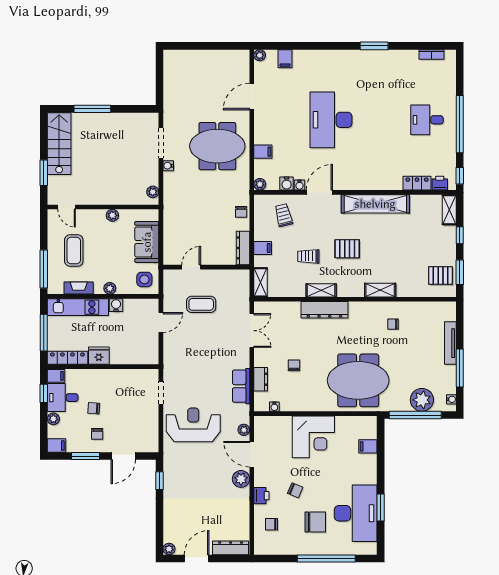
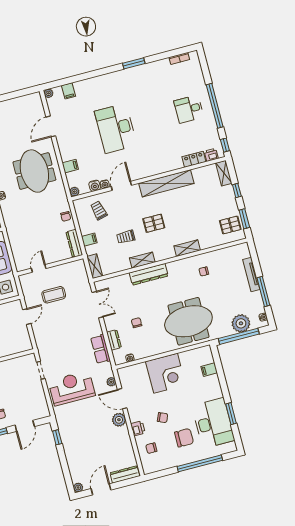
meeting table: (217, 146) -> (34, 171), turned 90

